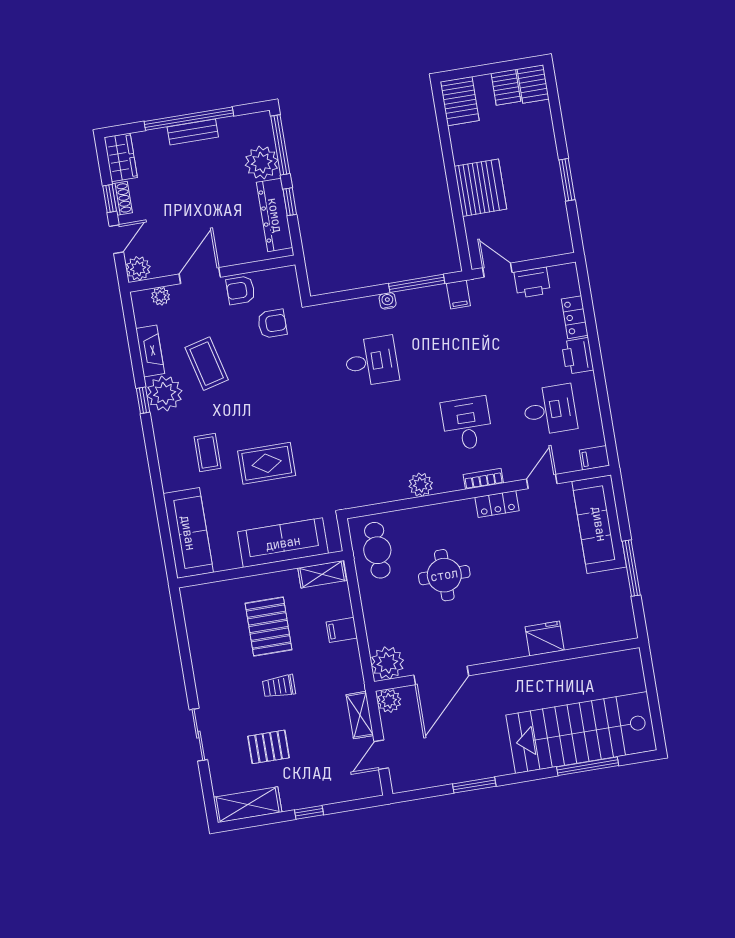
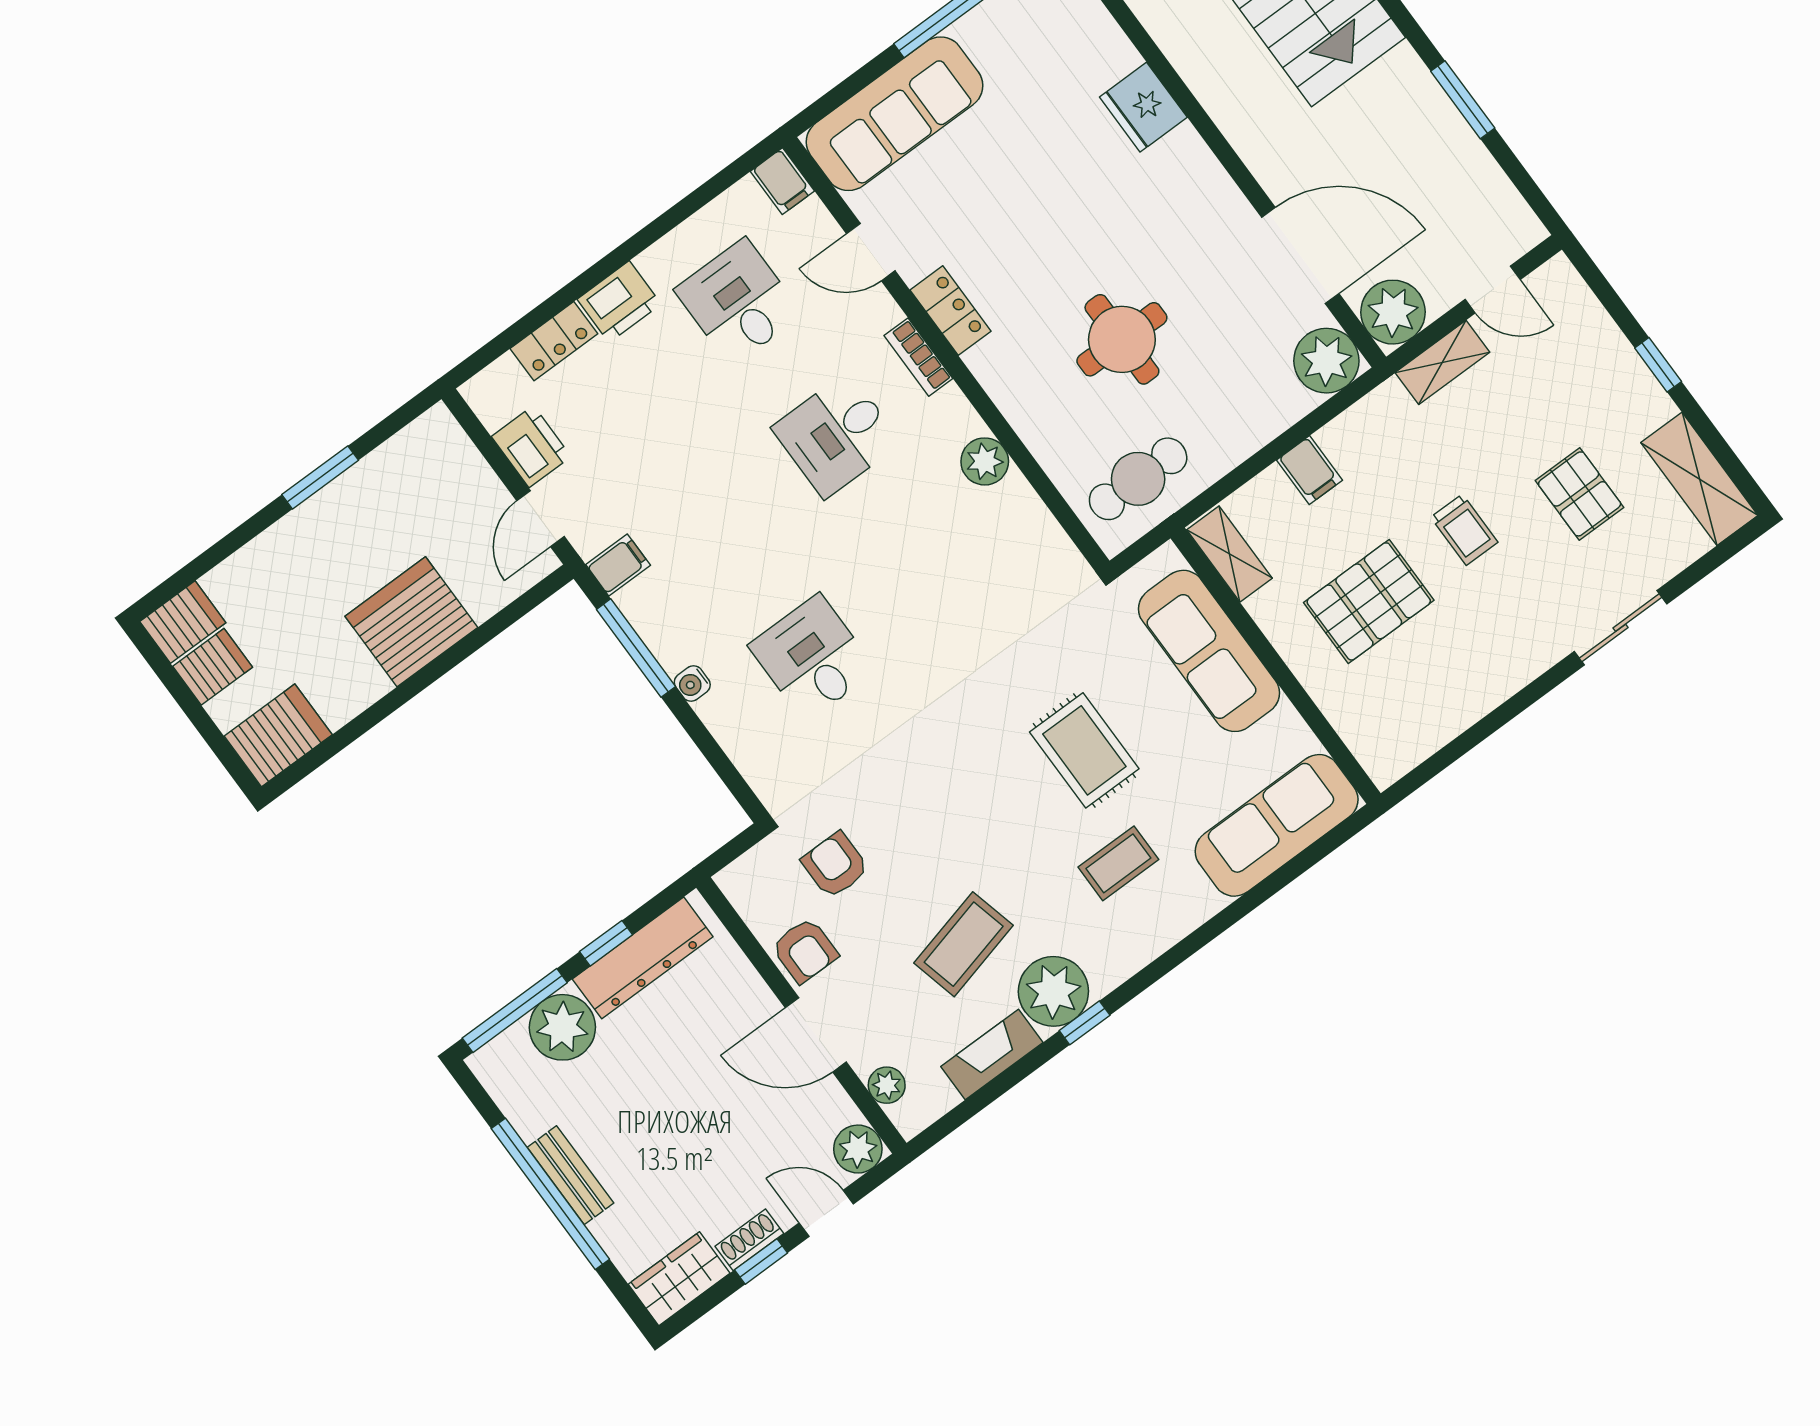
plant: (389, 701) -> (1393, 312), width x1.36, depth x1.36

